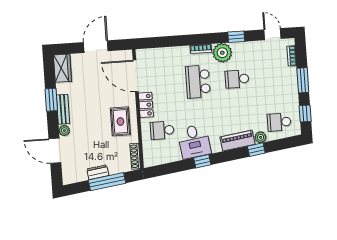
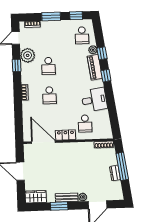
plant: (222, 53) -> (28, 55), moved
door: (136, 76) -> (43, 142), swing flipped
school desk: (198, 82) -> (49, 95), width x0.54
rug: (120, 121) -> (77, 155), removed
window: (202, 161) -> (106, 76), moved

